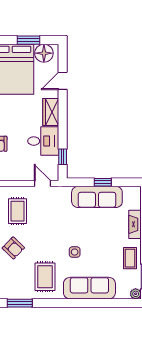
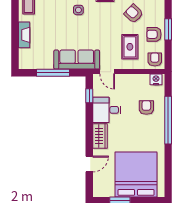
floor lamp: (44, 53) -> (106, 189), removed
window: (103, 182) -> (53, 73), width x2.17
sofa: (97, 197) -> (77, 60), moved

